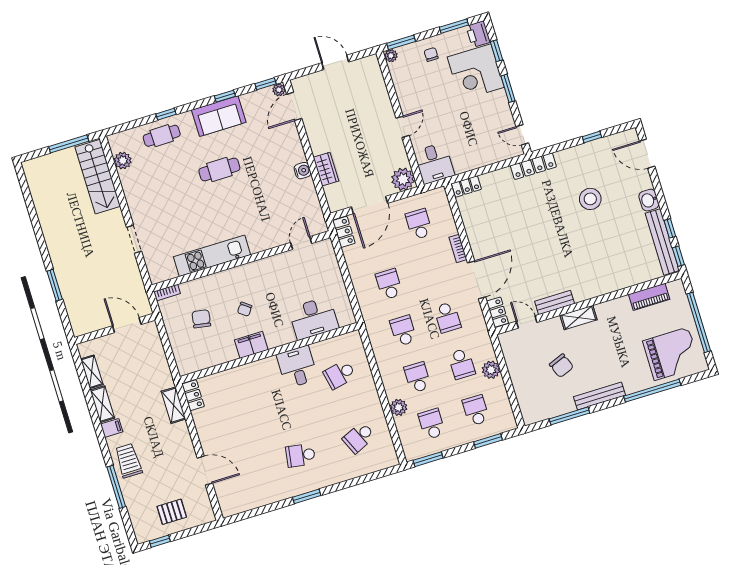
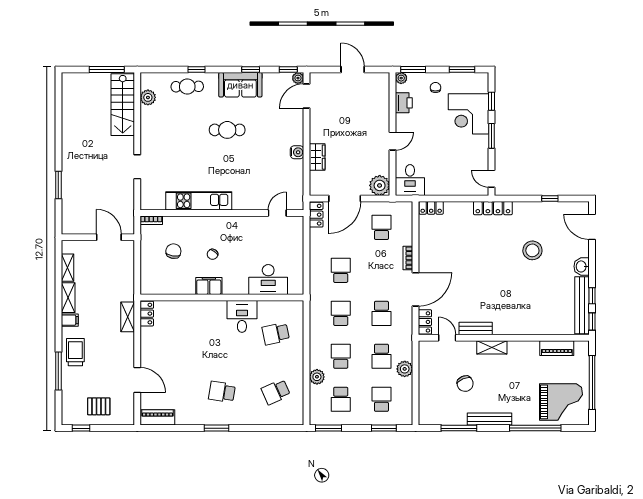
printer: (478, 34) -> (404, 103), moved, turned 180
school desk: (432, 424) -> (341, 399), turned 180
piano: (239, 504) -> (157, 417), added

